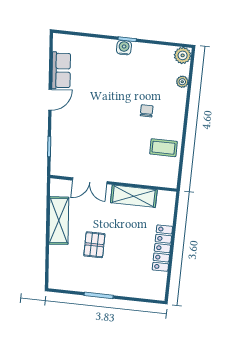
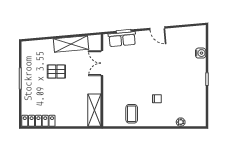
water cooler: (124, 48) -> (201, 53), moved
plant: (183, 55) -> (200, 120), removed
row of seats: (61, 70) -> (122, 39), moved
shelving: (134, 196) -> (94, 110), moved
locker: (162, 248) -> (38, 121), moved

